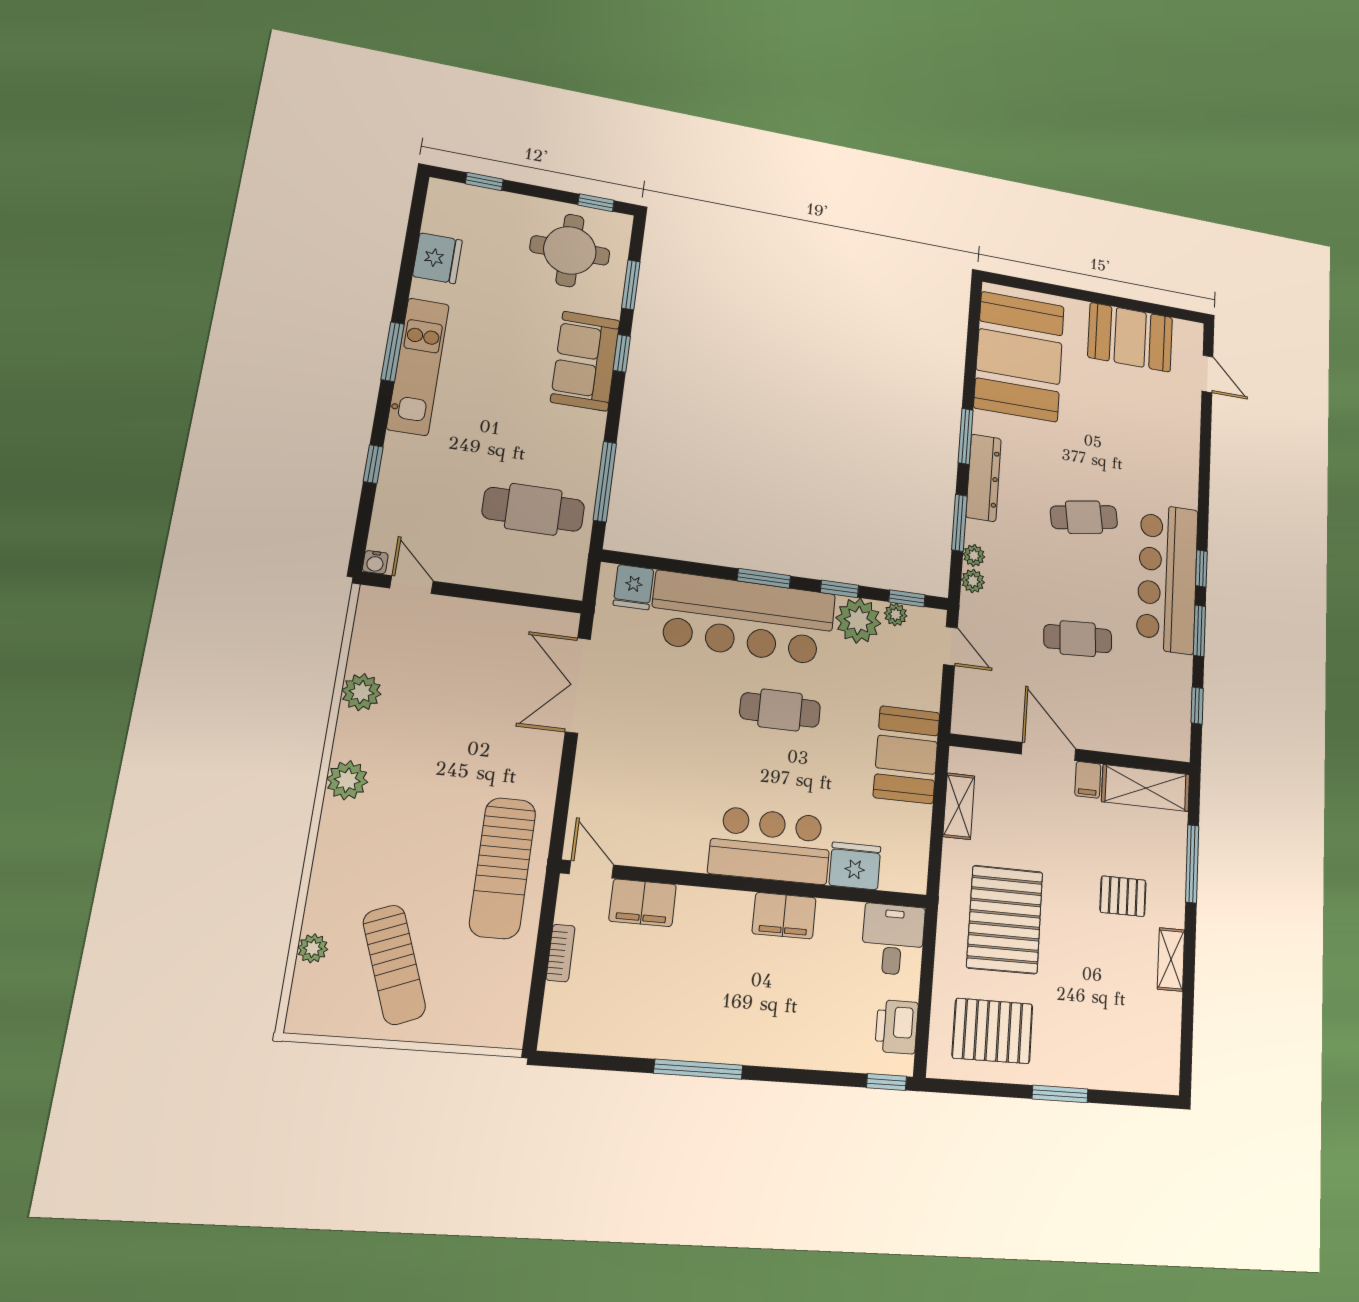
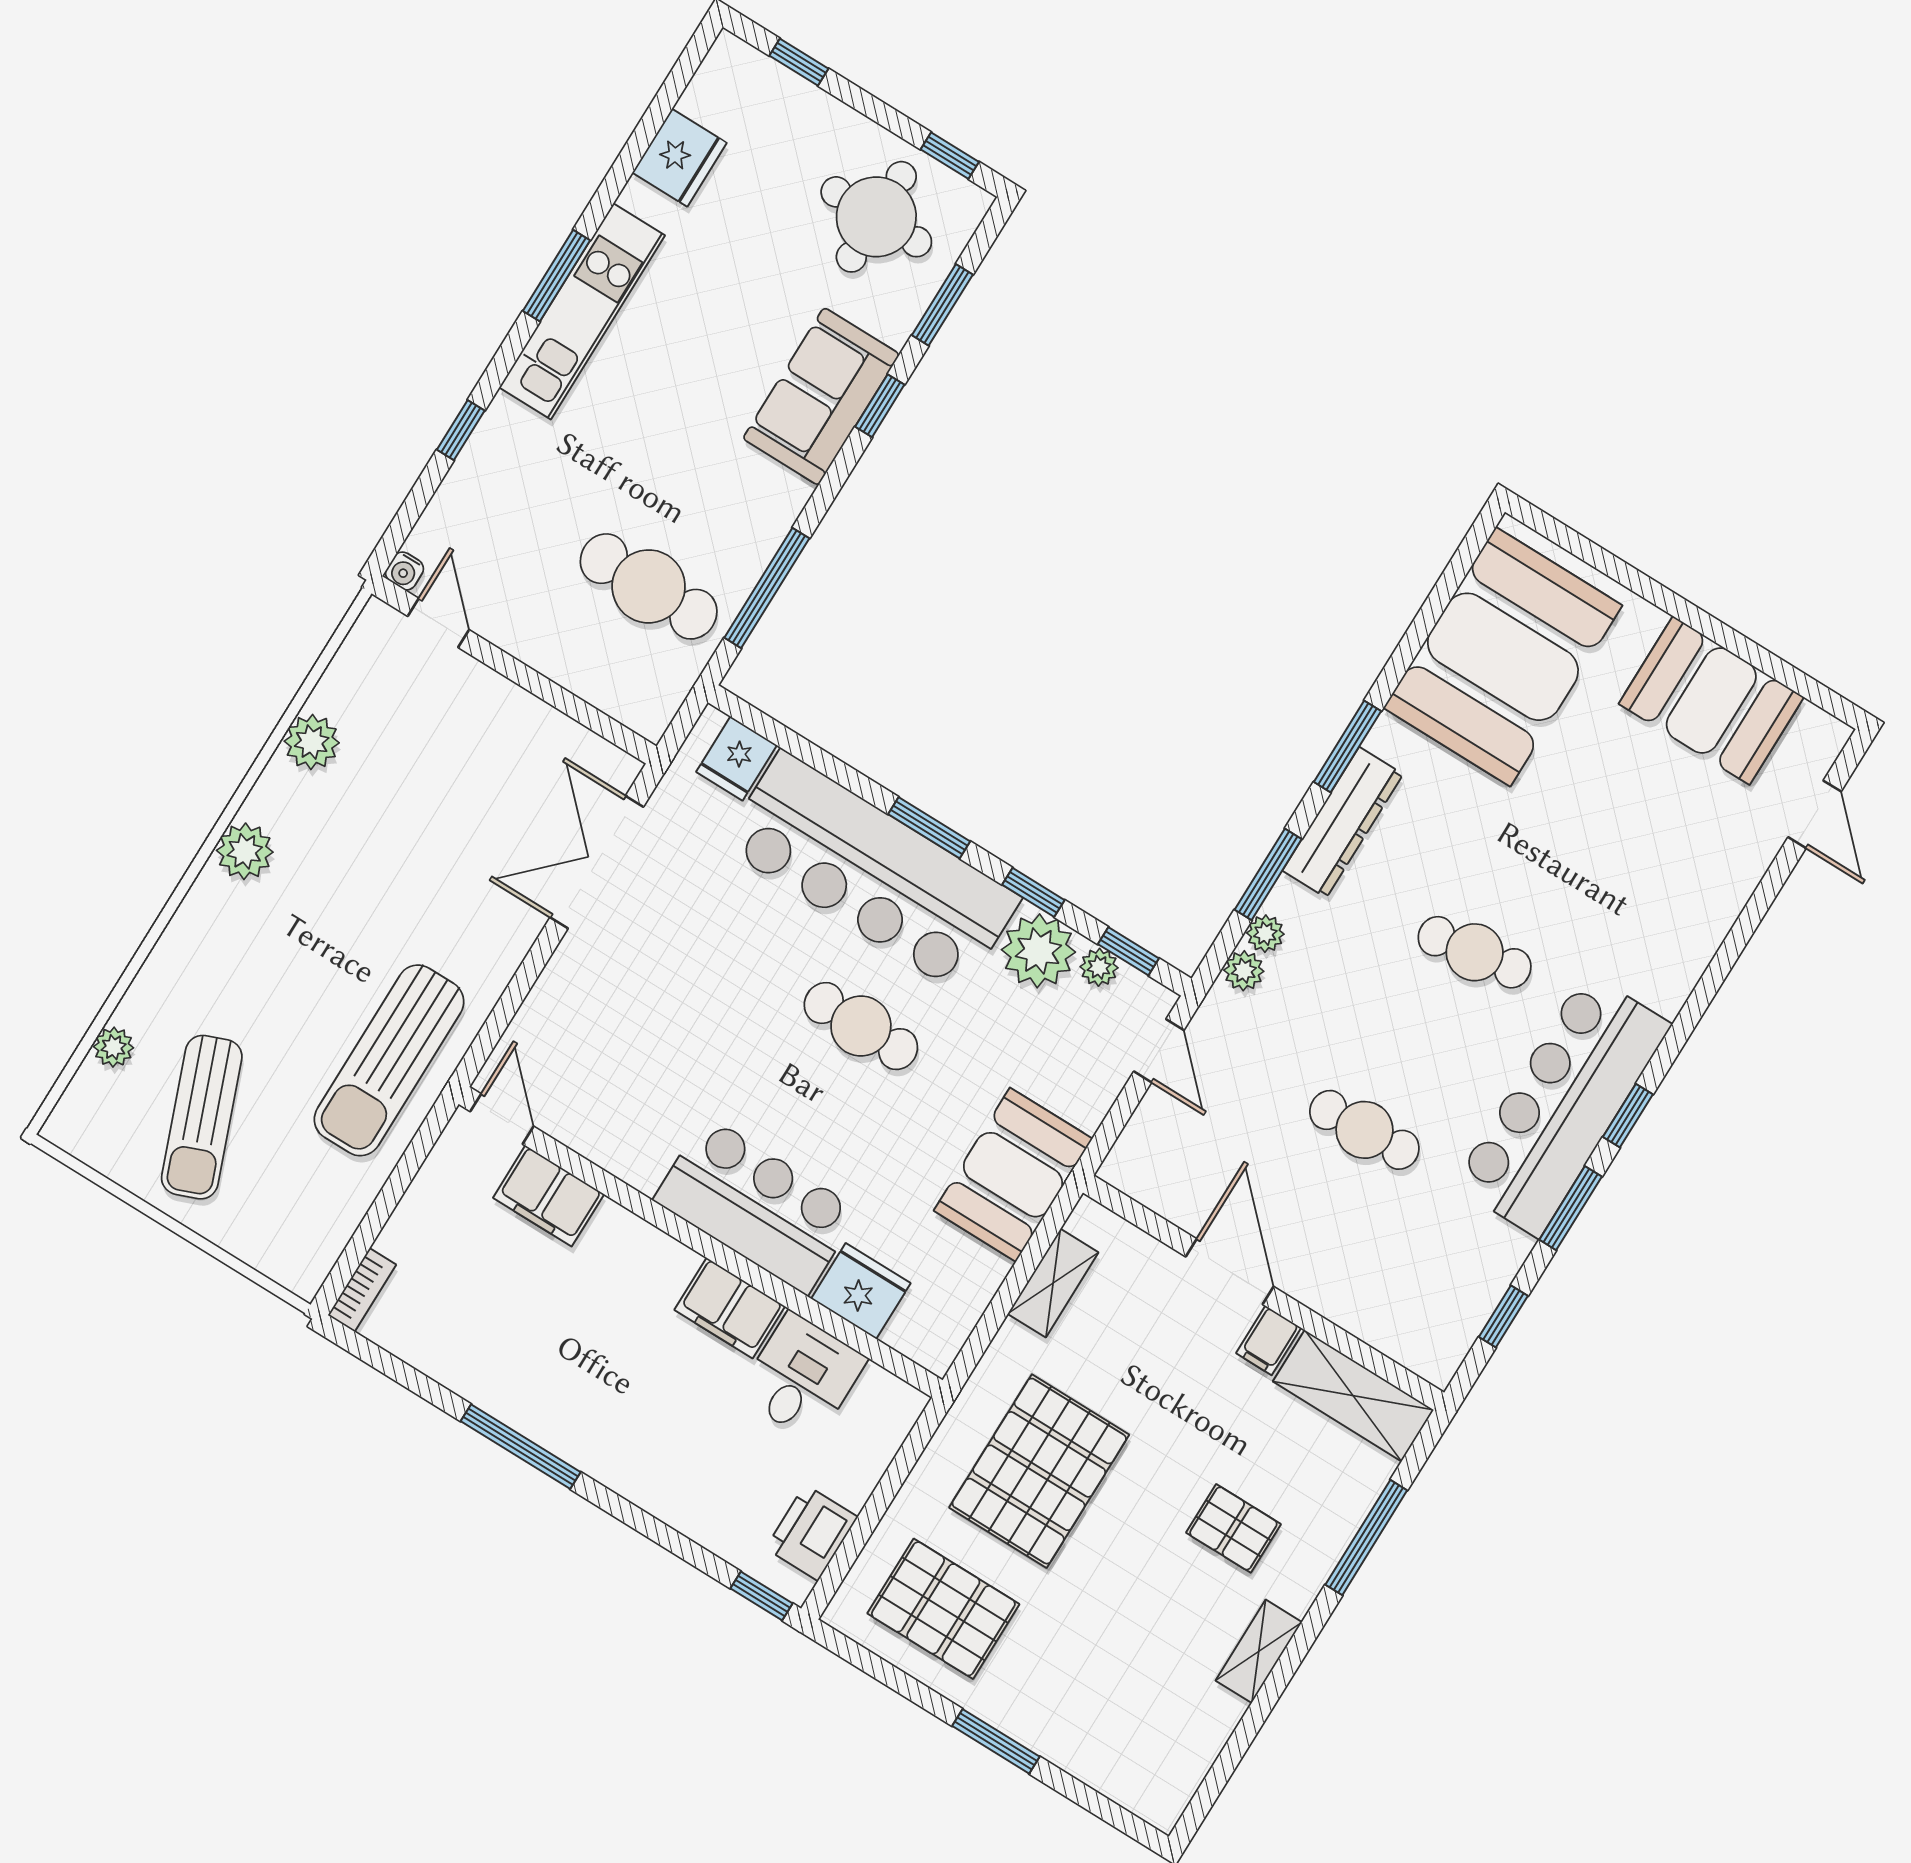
desk: (893, 939) -> (802, 1377), moved
bookcase: (561, 953) -> (362, 1290), moved

